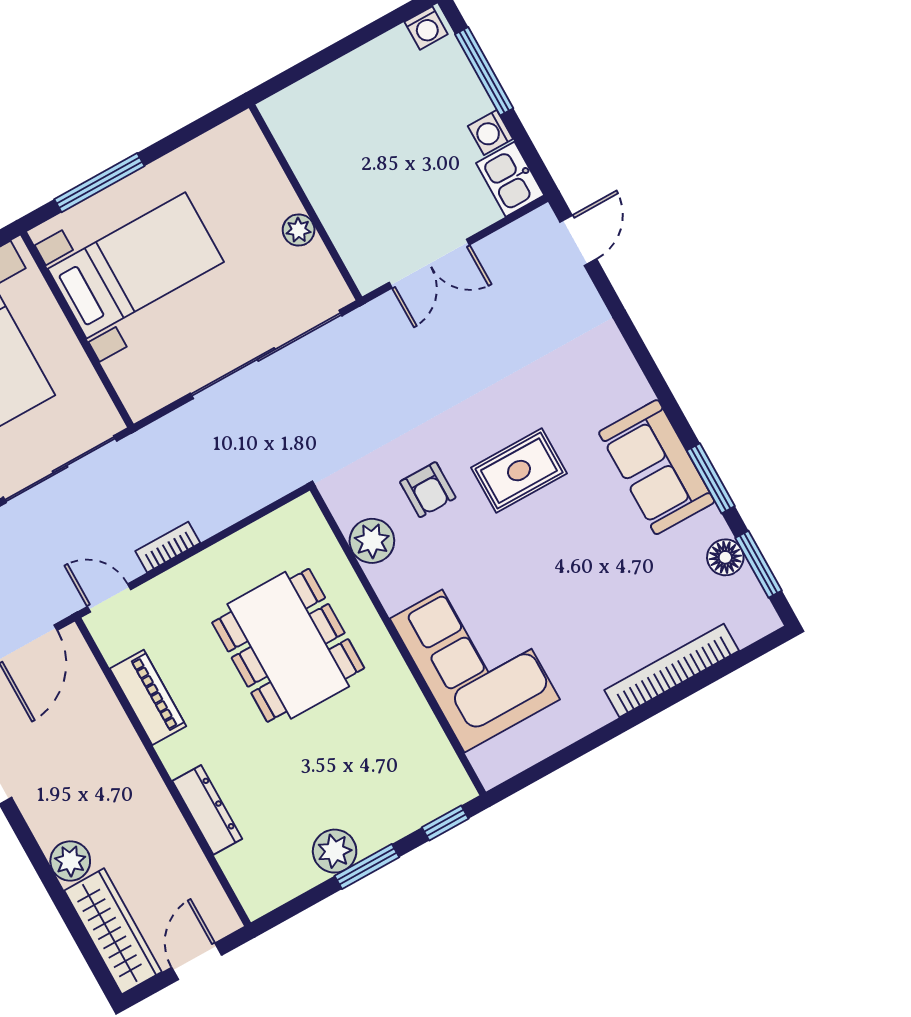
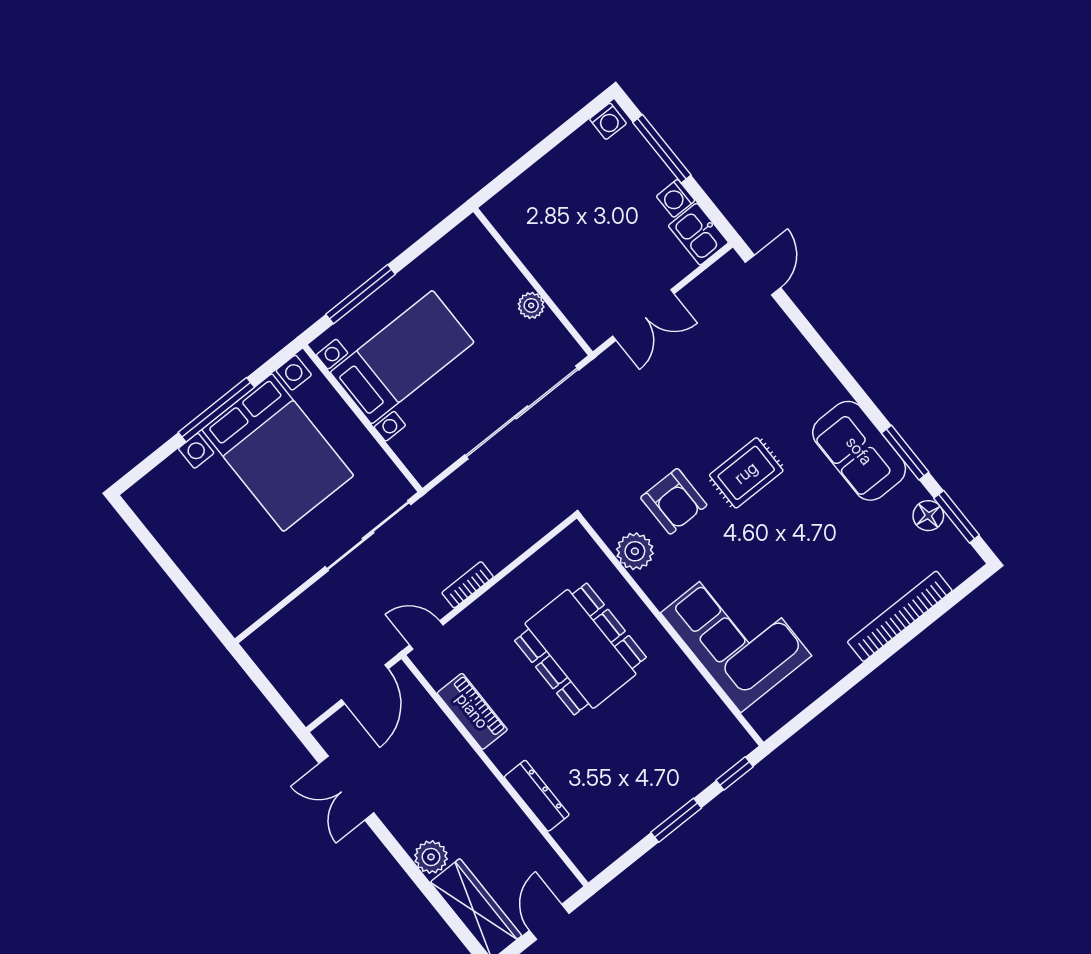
armchair: (428, 490) -> (674, 501), width x1.38, depth x1.38
plant: (335, 851) -> (647, 812), removed

